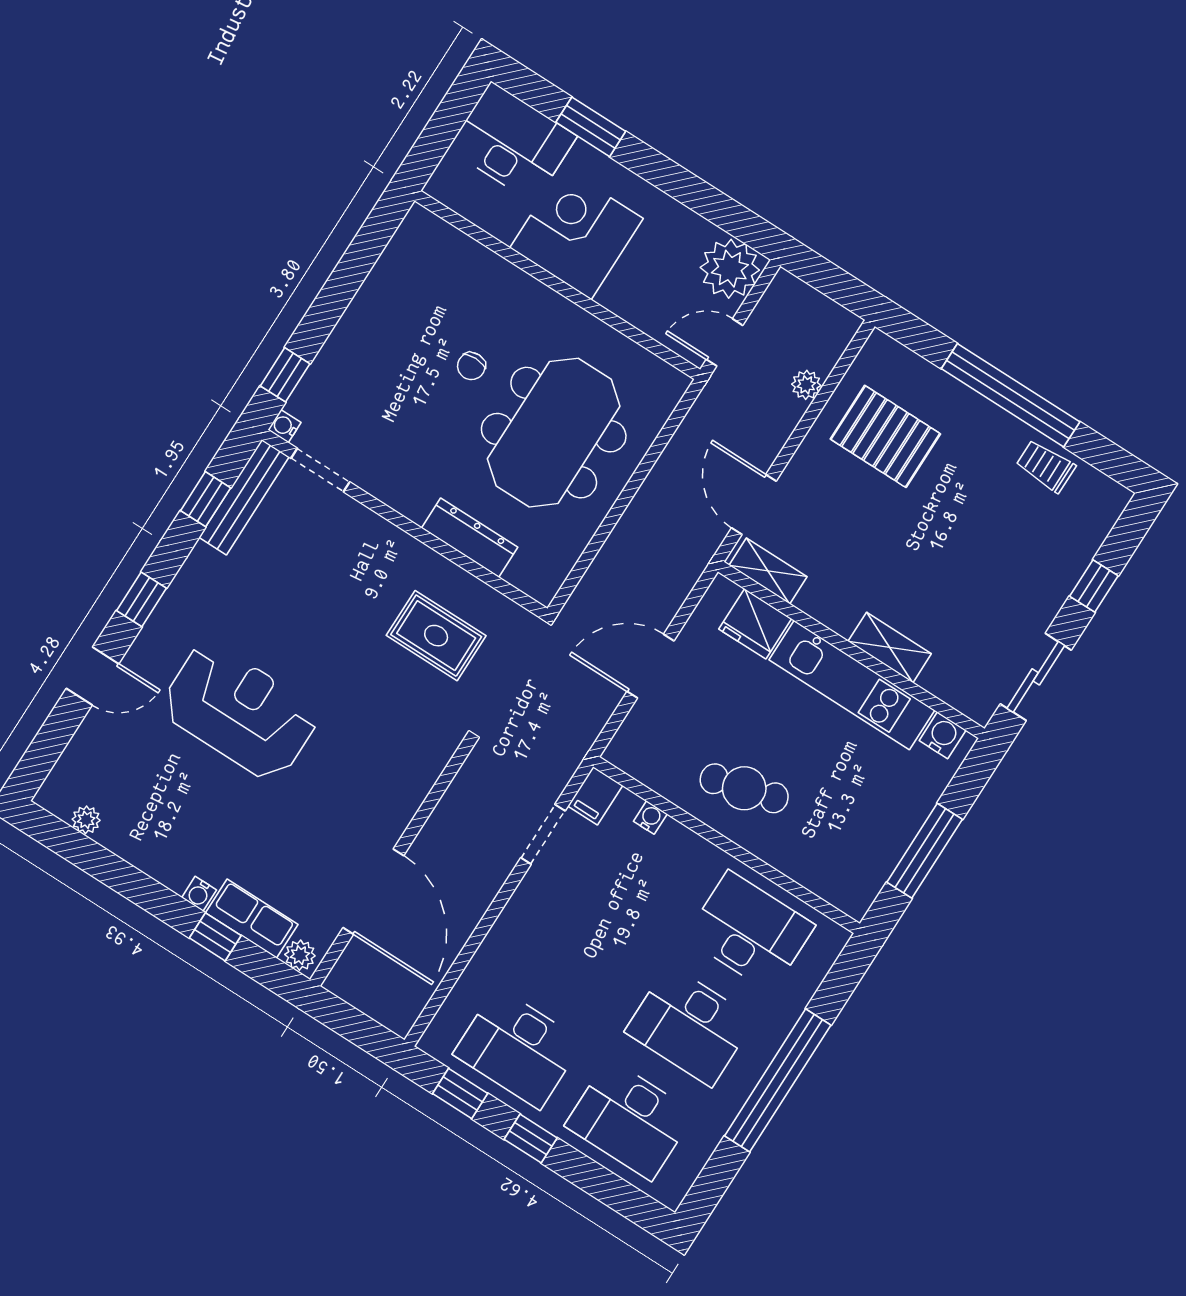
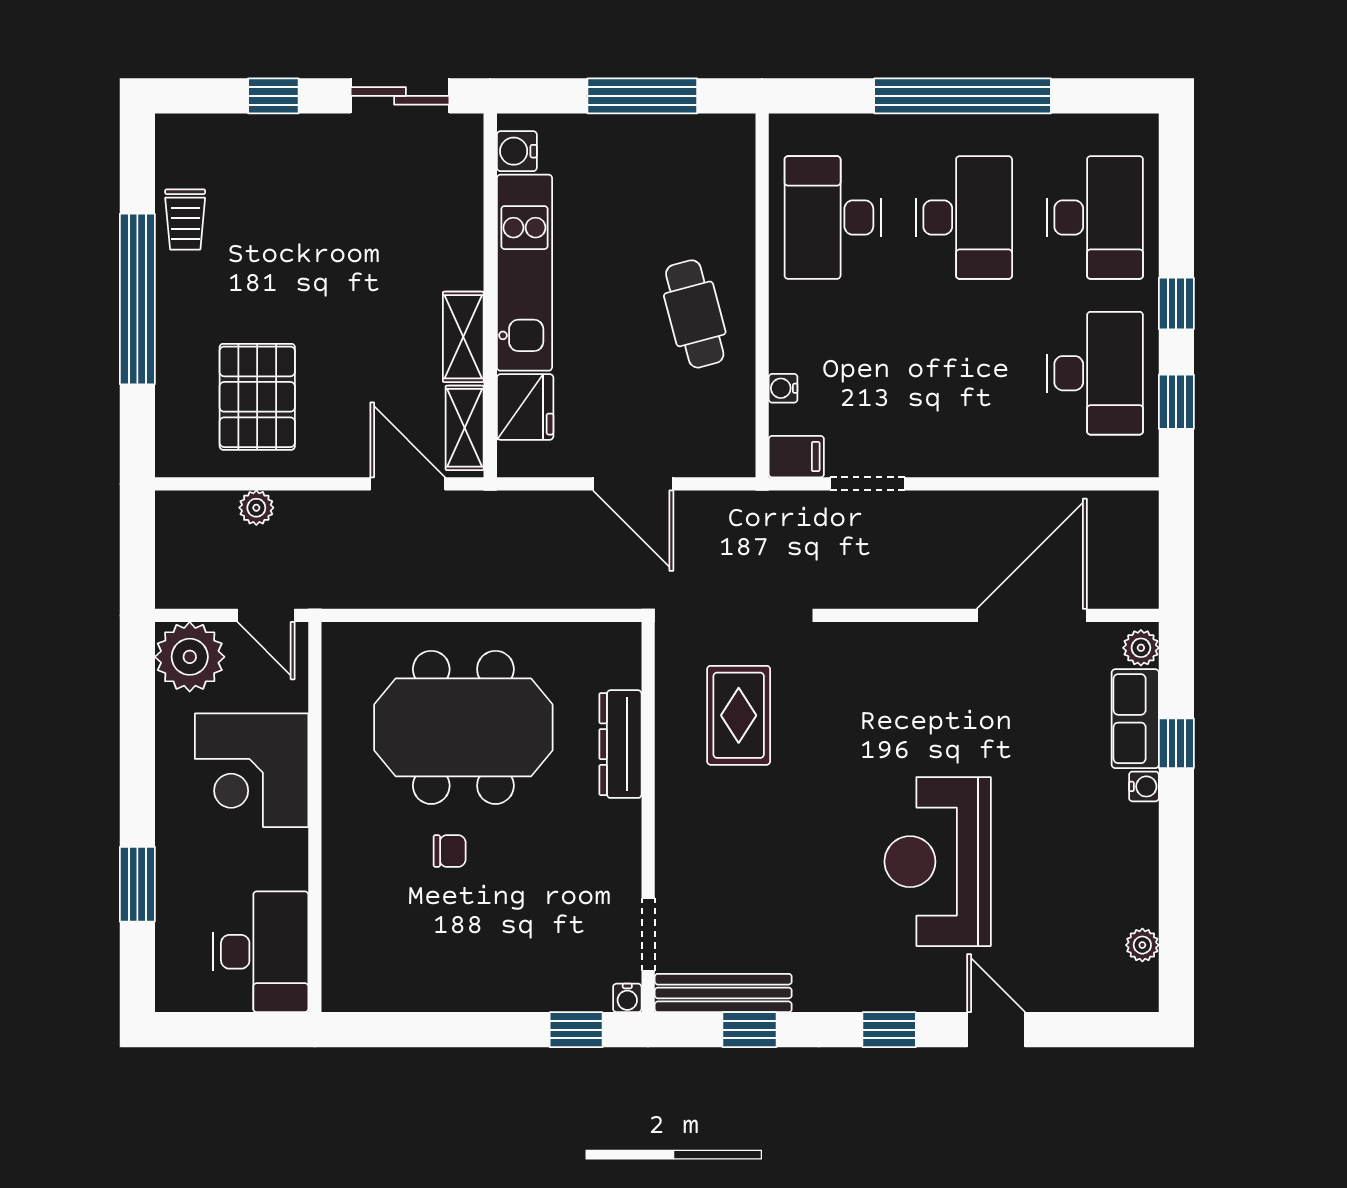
desk: (512, 142) -> (261, 952), moved, turned 180
corner desk: (577, 233) -> (252, 770), moved
door: (754, 504) -> (408, 484), swing flipped
shelving: (890, 647) -> (463, 337), moved

